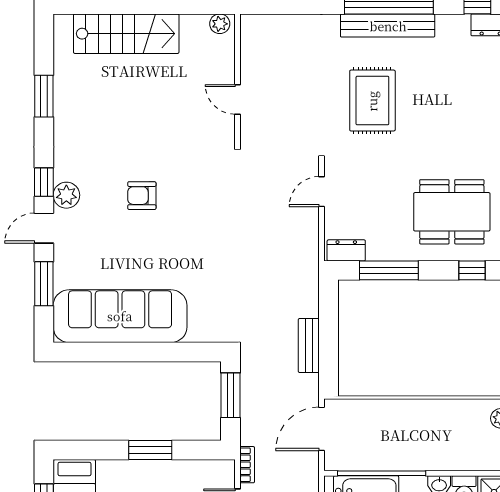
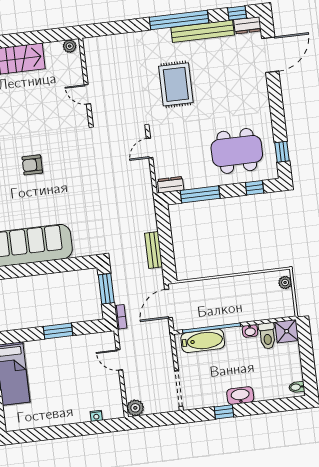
bench: (388, 26) -> (203, 31), moved
bookcase: (247, 465) -> (121, 317), moved

